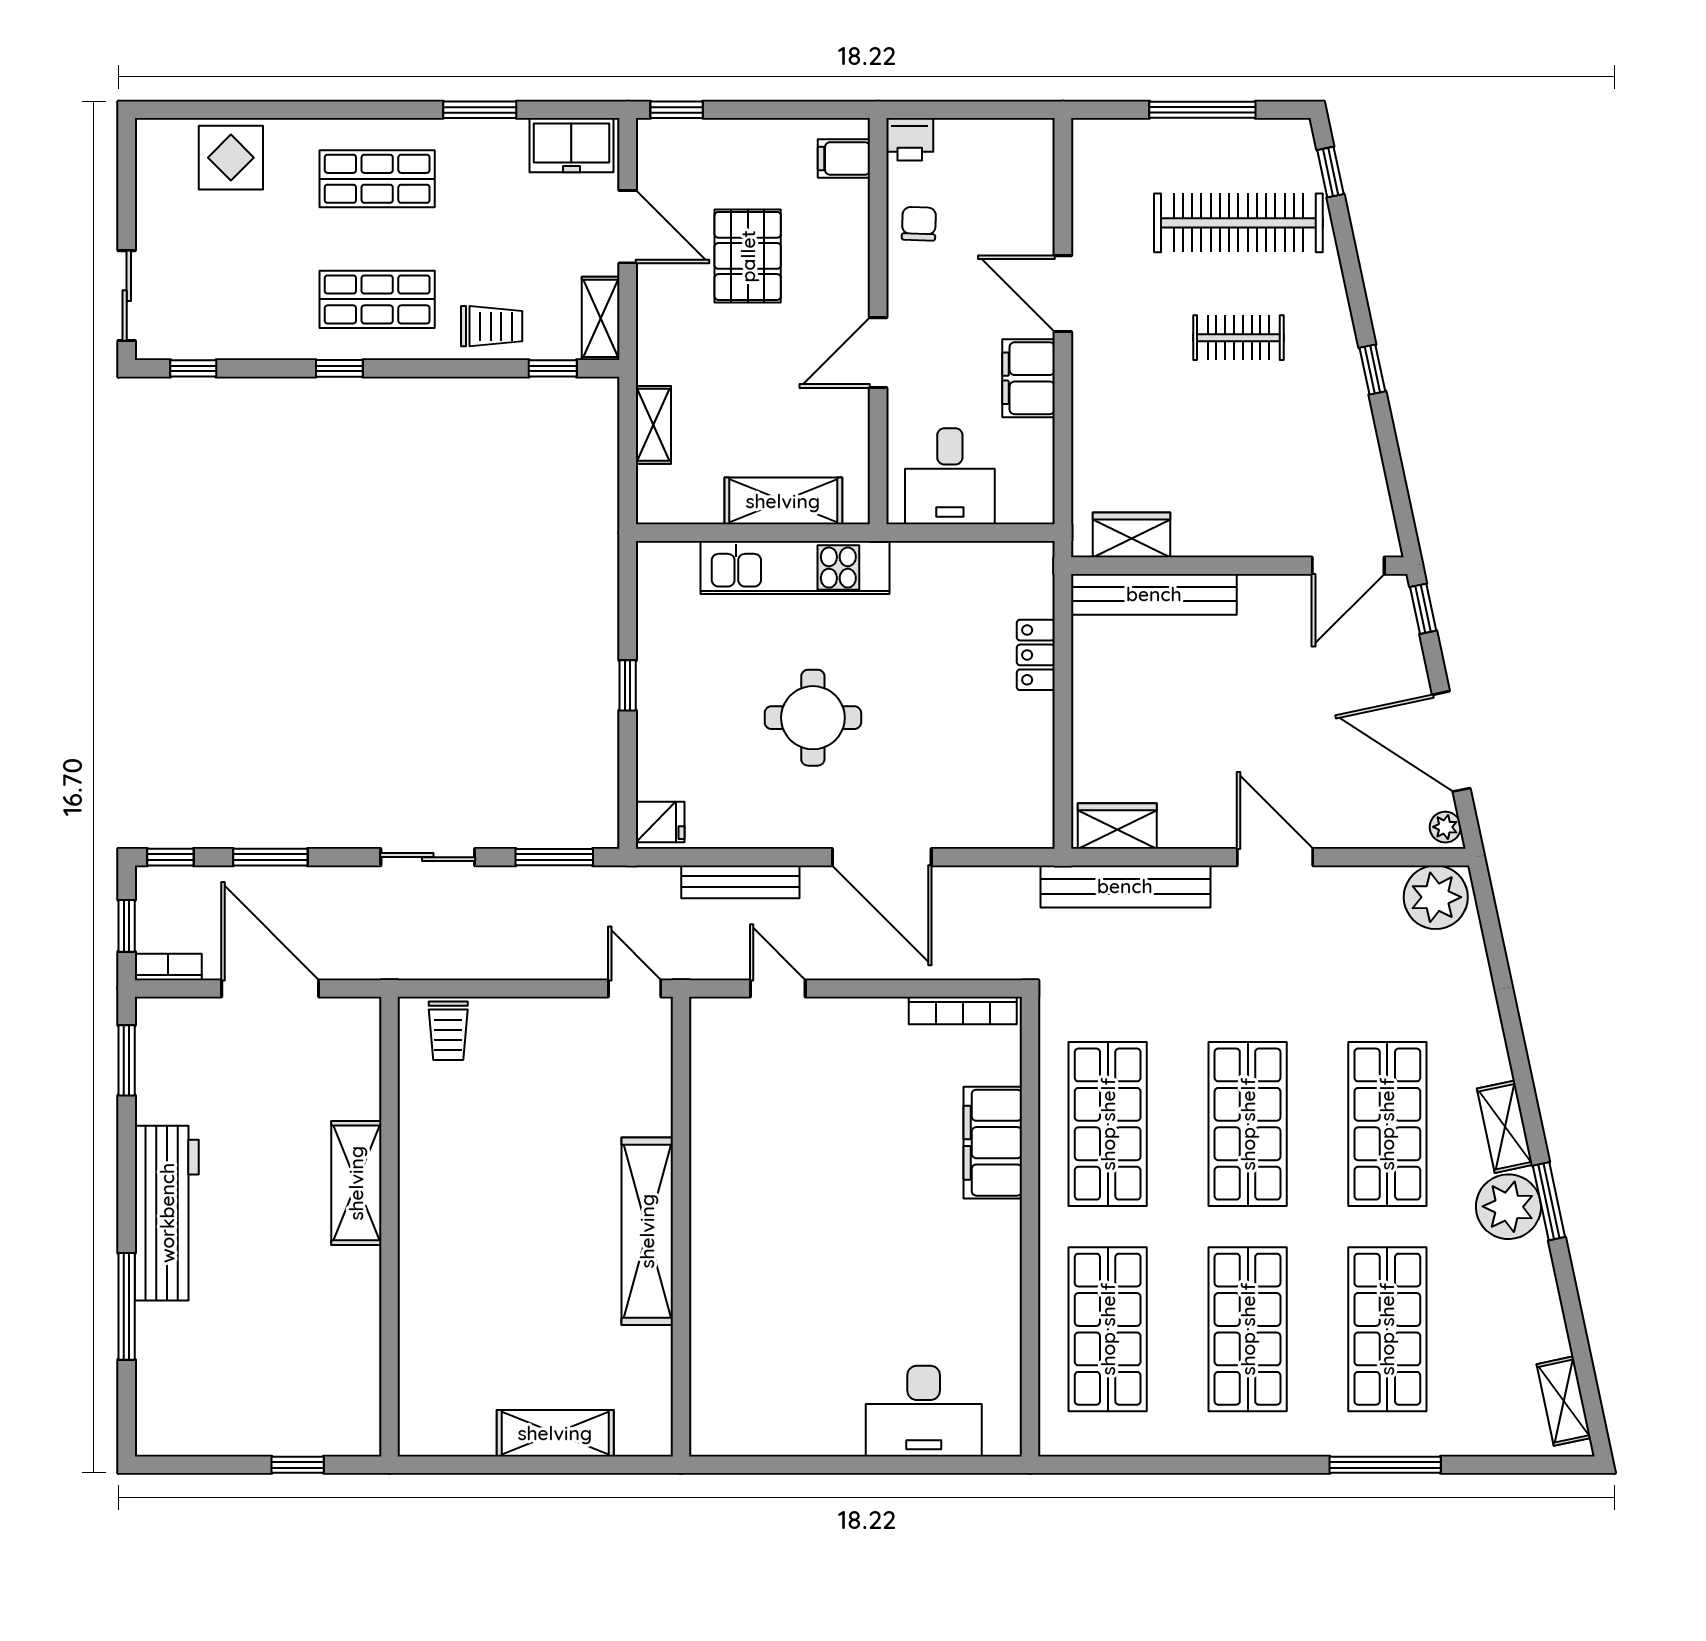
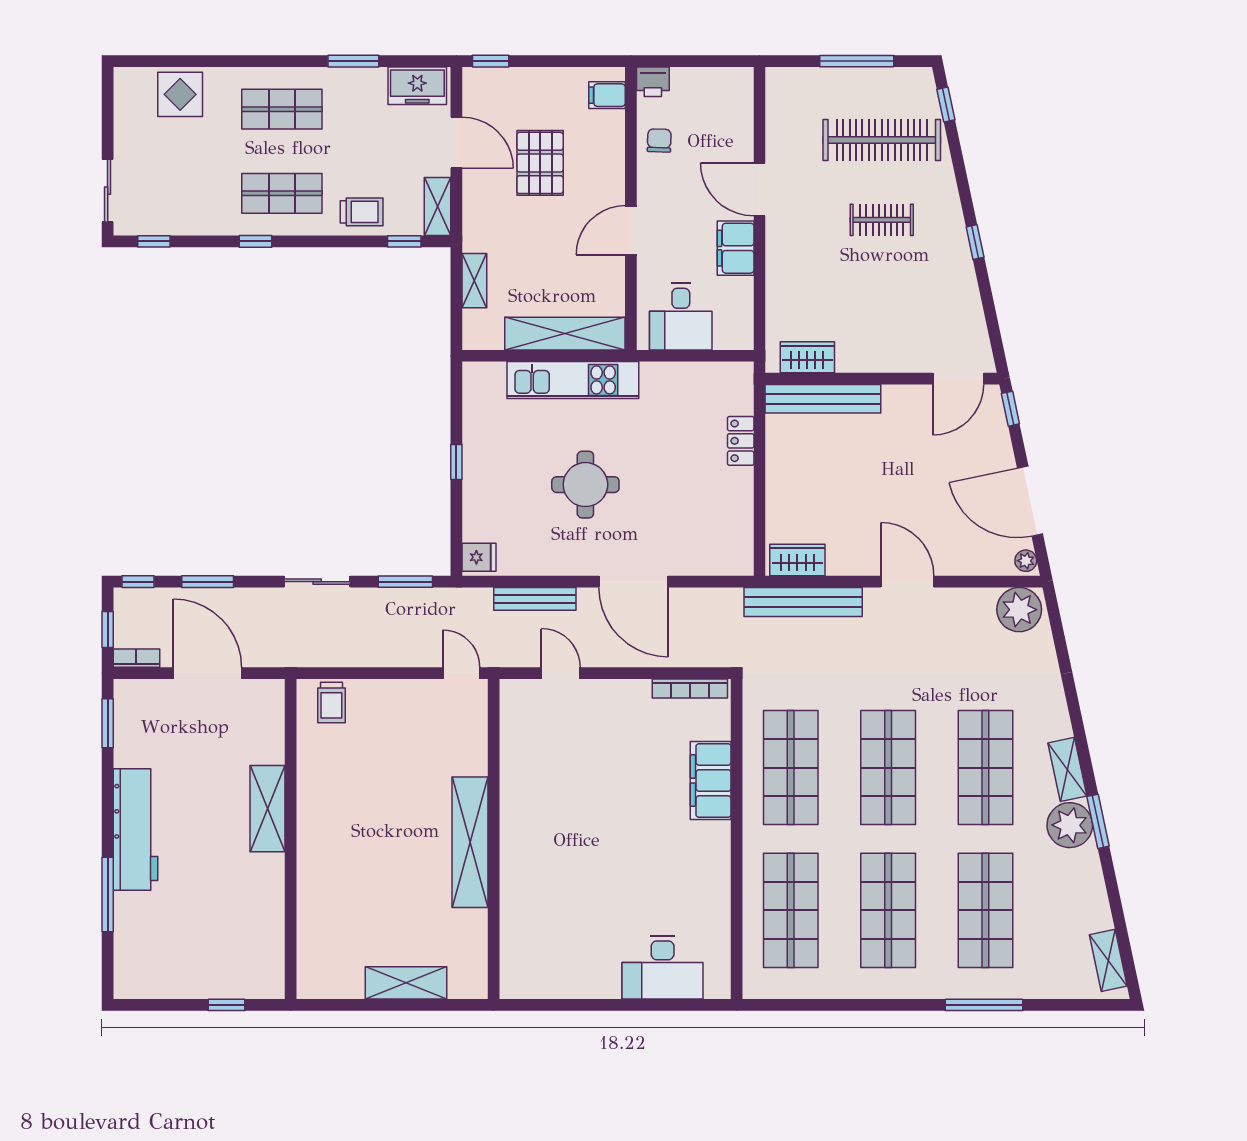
shelving: (783, 501) -> (565, 334), width x1.47

